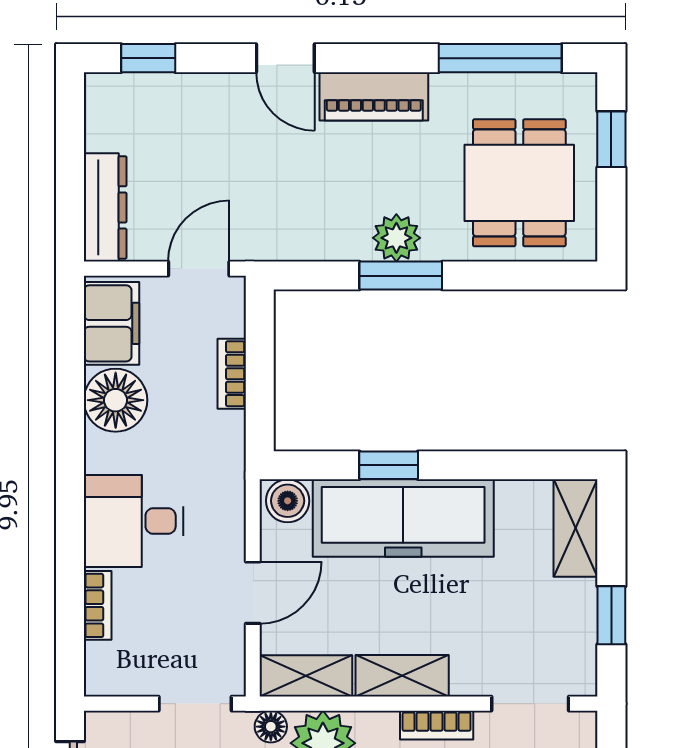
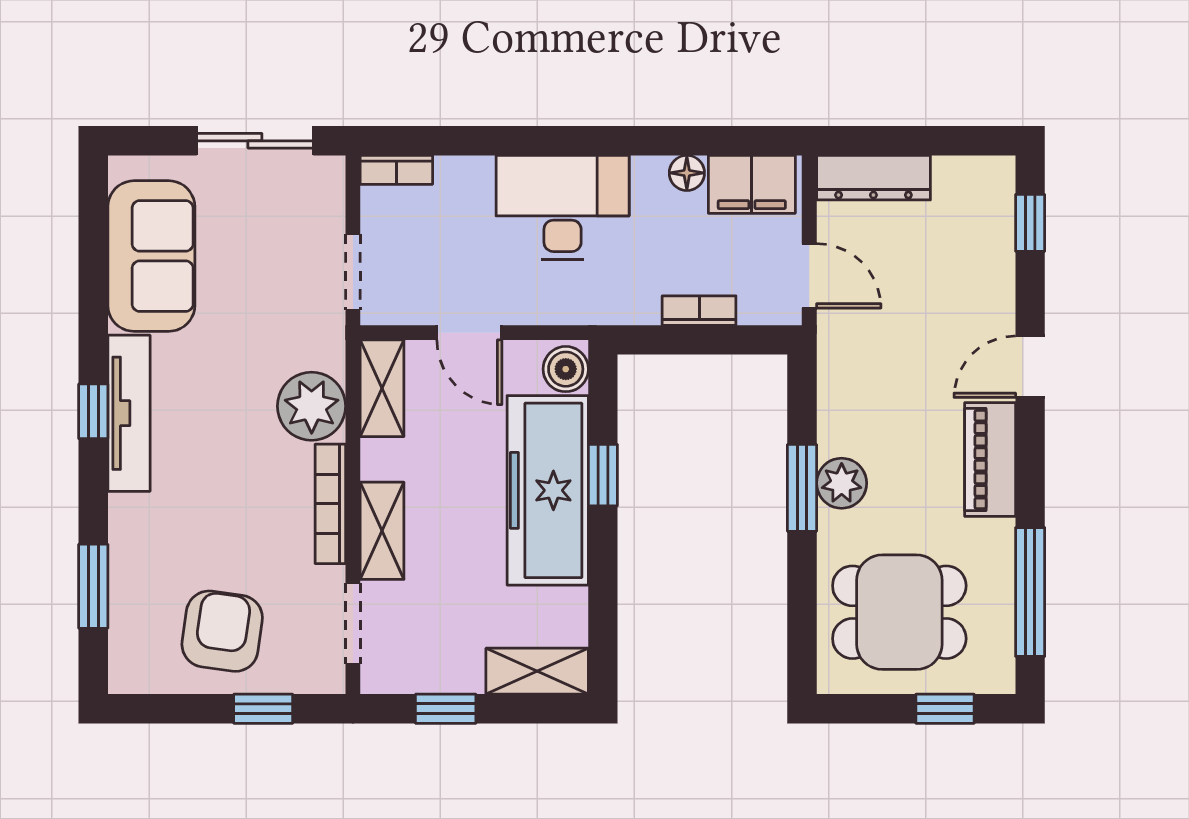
floor lamp: (116, 400) -> (687, 173), width x0.53, depth x0.53
desk: (134, 521) -> (563, 208), width x1.37
bookcase: (98, 605) -> (396, 170), moved
shelving: (402, 676) -> (382, 531), moved
bookcase: (437, 725) -> (330, 504), width x1.56
floor lamp: (271, 727) -> (329, 351), removed

